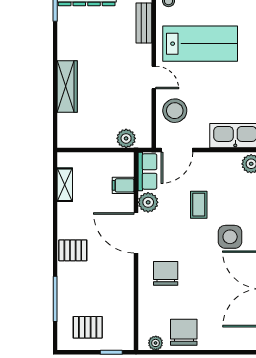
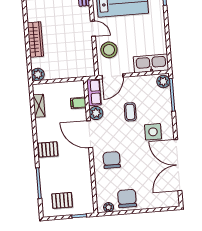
plant: (126, 138) -> (38, 74), moved

